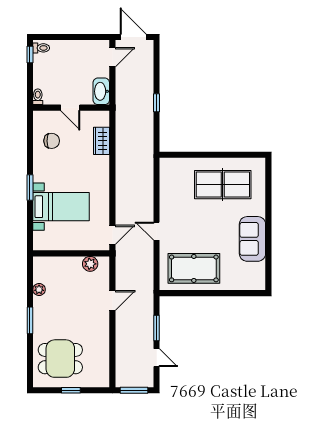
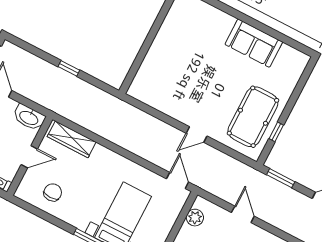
wardrobe: (102, 141) -> (72, 139), width x1.50
table tennis table: (223, 185) -> (184, 45), removed
window: (191, 293) -> (276, 132), added
window: (157, 328) -> (281, 178), moved

